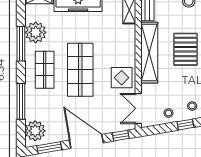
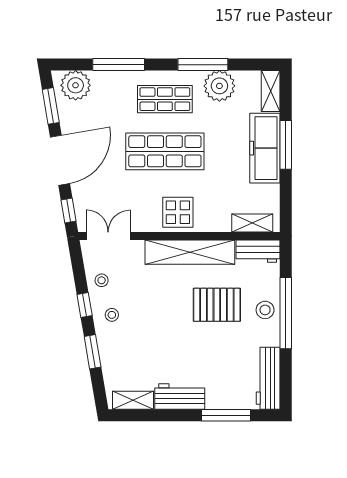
pallet: (186, 49) -> (217, 305), moved
display table: (122, 78) -> (178, 212), moved

